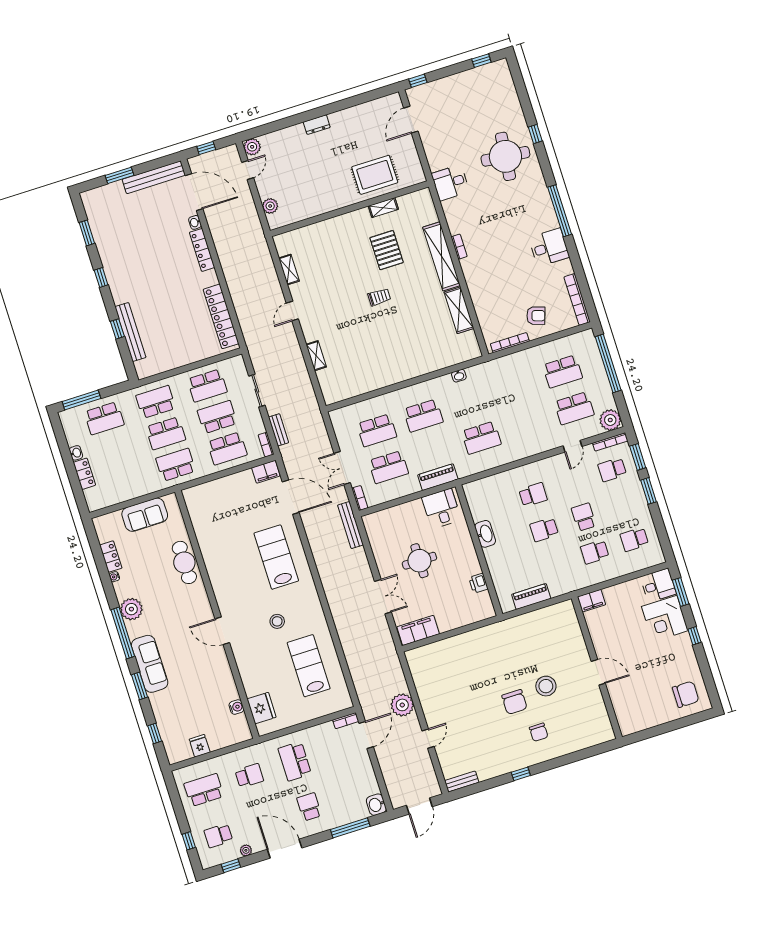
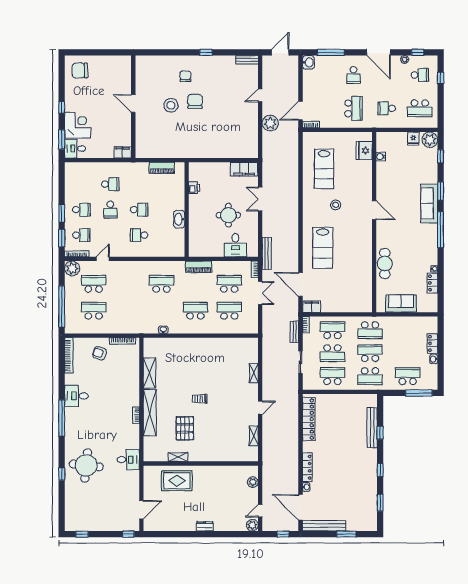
desk: (441, 509) -> (235, 245), moved
school desk: (634, 539) -> (81, 210), moved
plant: (131, 609) -> (430, 140), moved

